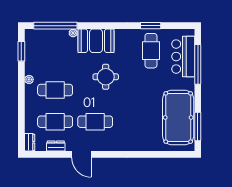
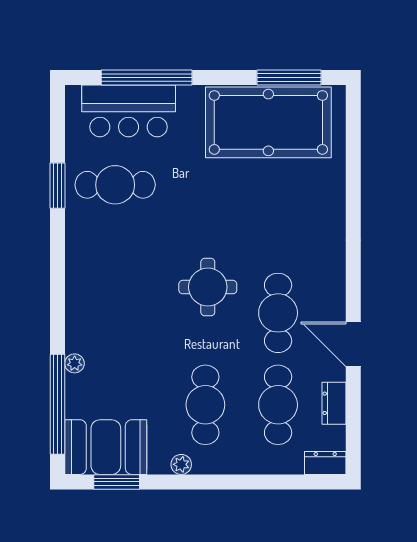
booth: (96, 41) -> (106, 447), moved, turned 90
round table: (106, 77) -> (208, 287), moved
door: (81, 154) -> (353, 344), swing flipped

